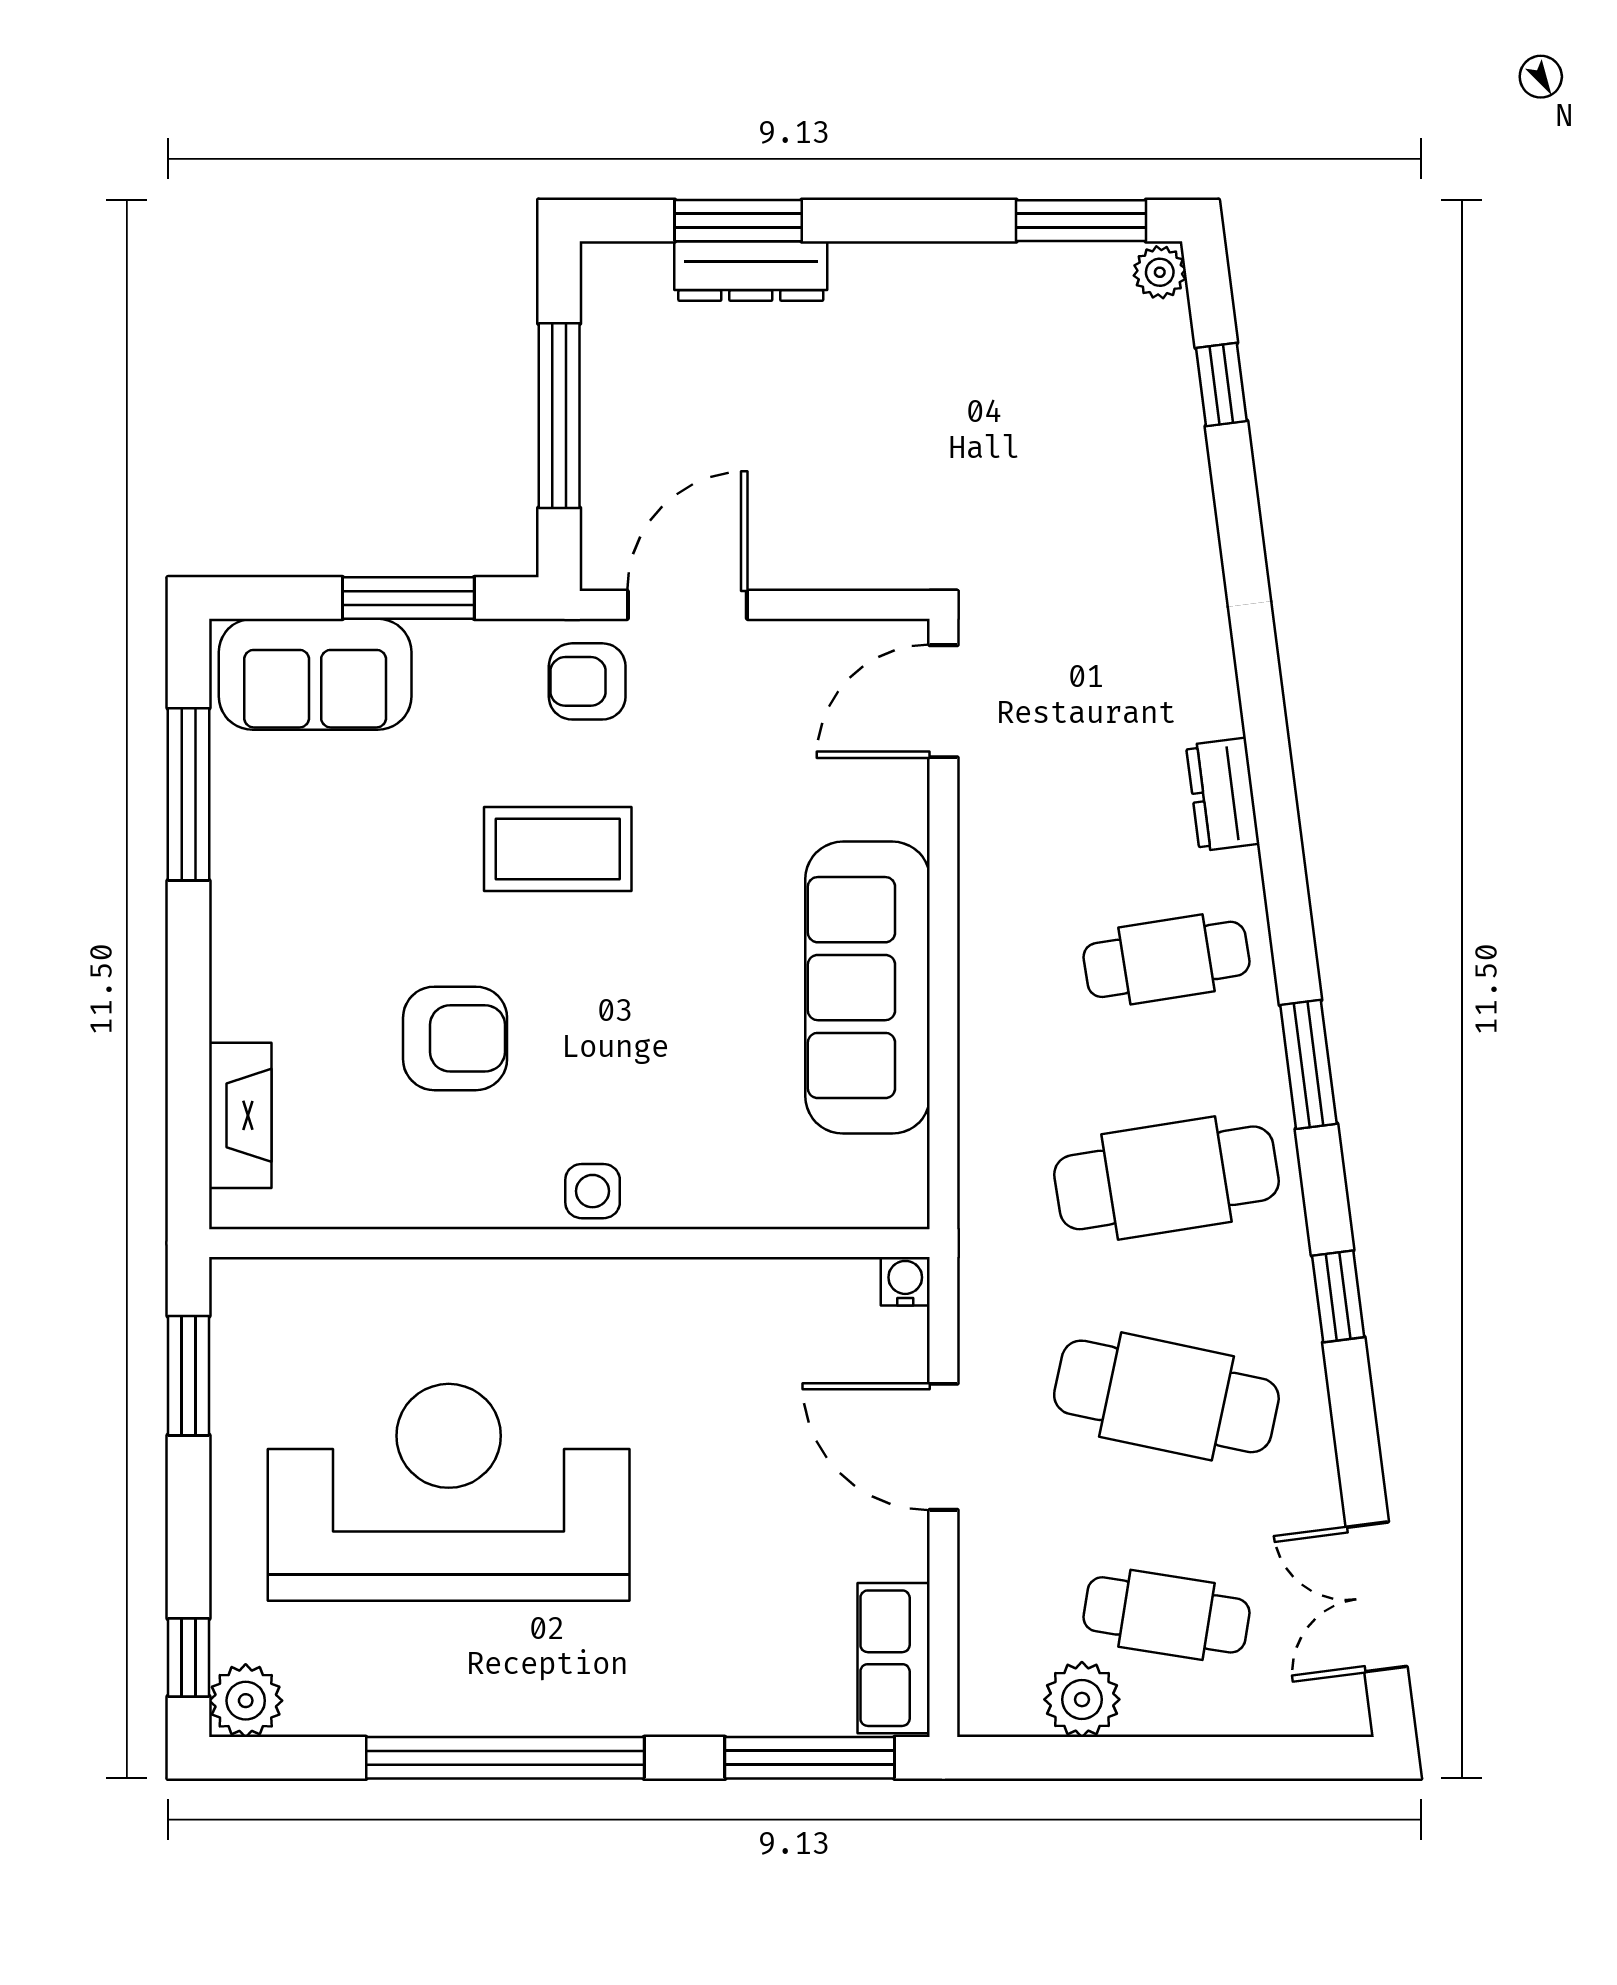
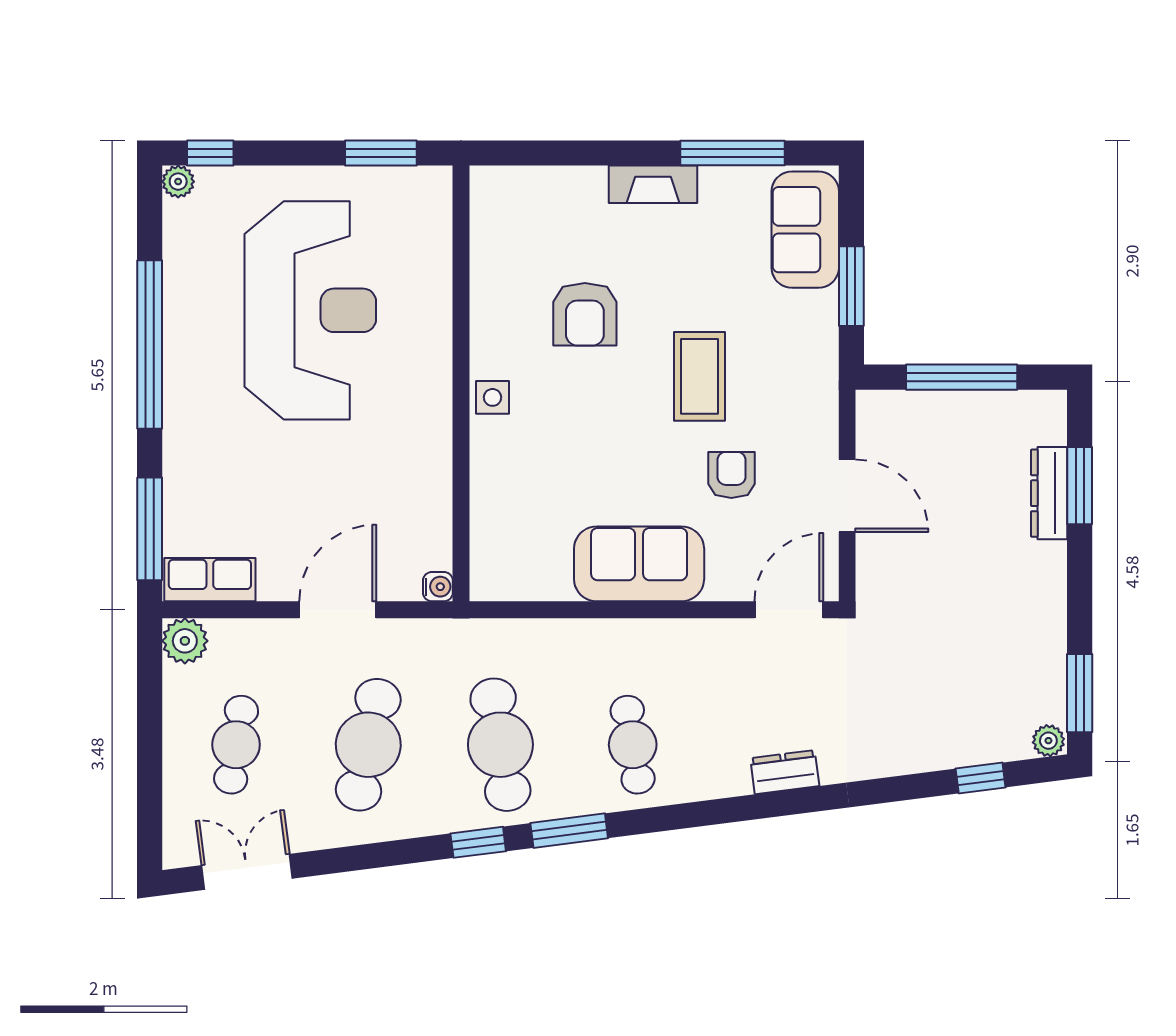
door: (687, 605) -> (847, 496), moved
armchair: (587, 681) -> (731, 475), moved
door: (943, 701) -> (789, 610), hinge flipped
dresser: (1223, 794) -> (785, 772), moved
sofa: (868, 988) -> (639, 564), width x0.73
fireplace: (240, 1115) -> (653, 184), moved
window: (1338, 1296) -> (478, 842), moved
plant: (1082, 1699) -> (185, 641), moved
plant: (246, 1701) -> (178, 182), width x0.73, depth x0.73

